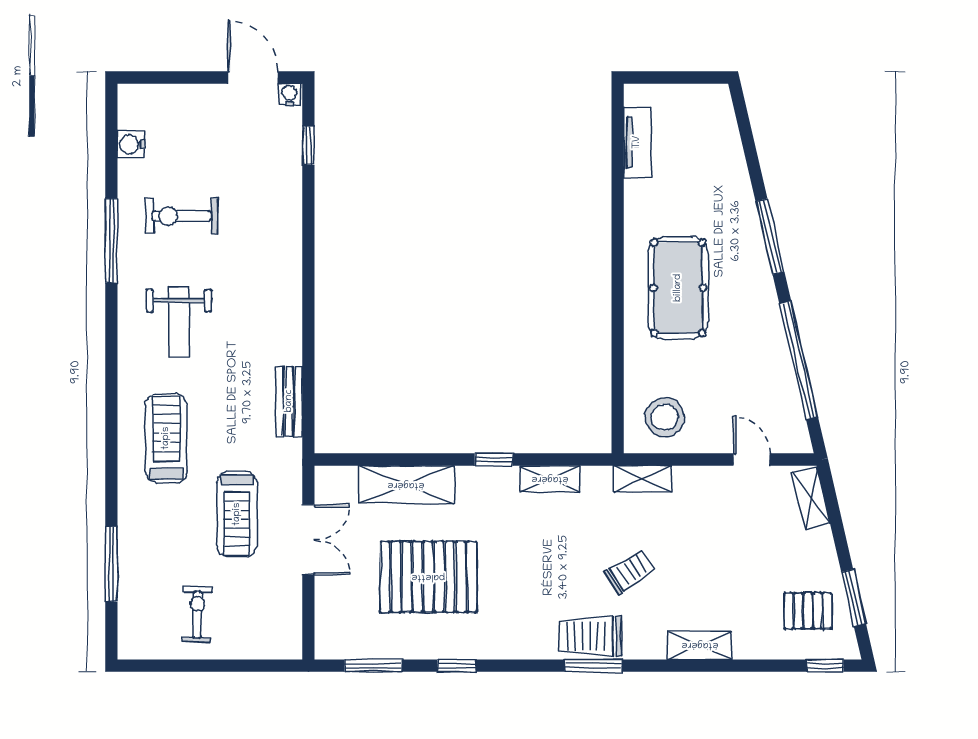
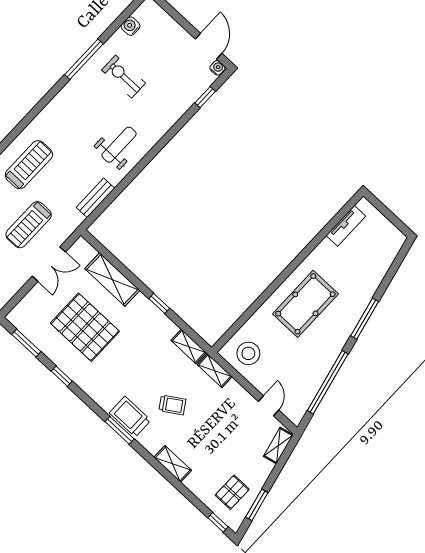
weight bench: (179, 322) -> (119, 145), moved, turned 180
shelving: (550, 479) -> (189, 346), moved
pallet: (808, 611) -> (232, 492), turned 90

